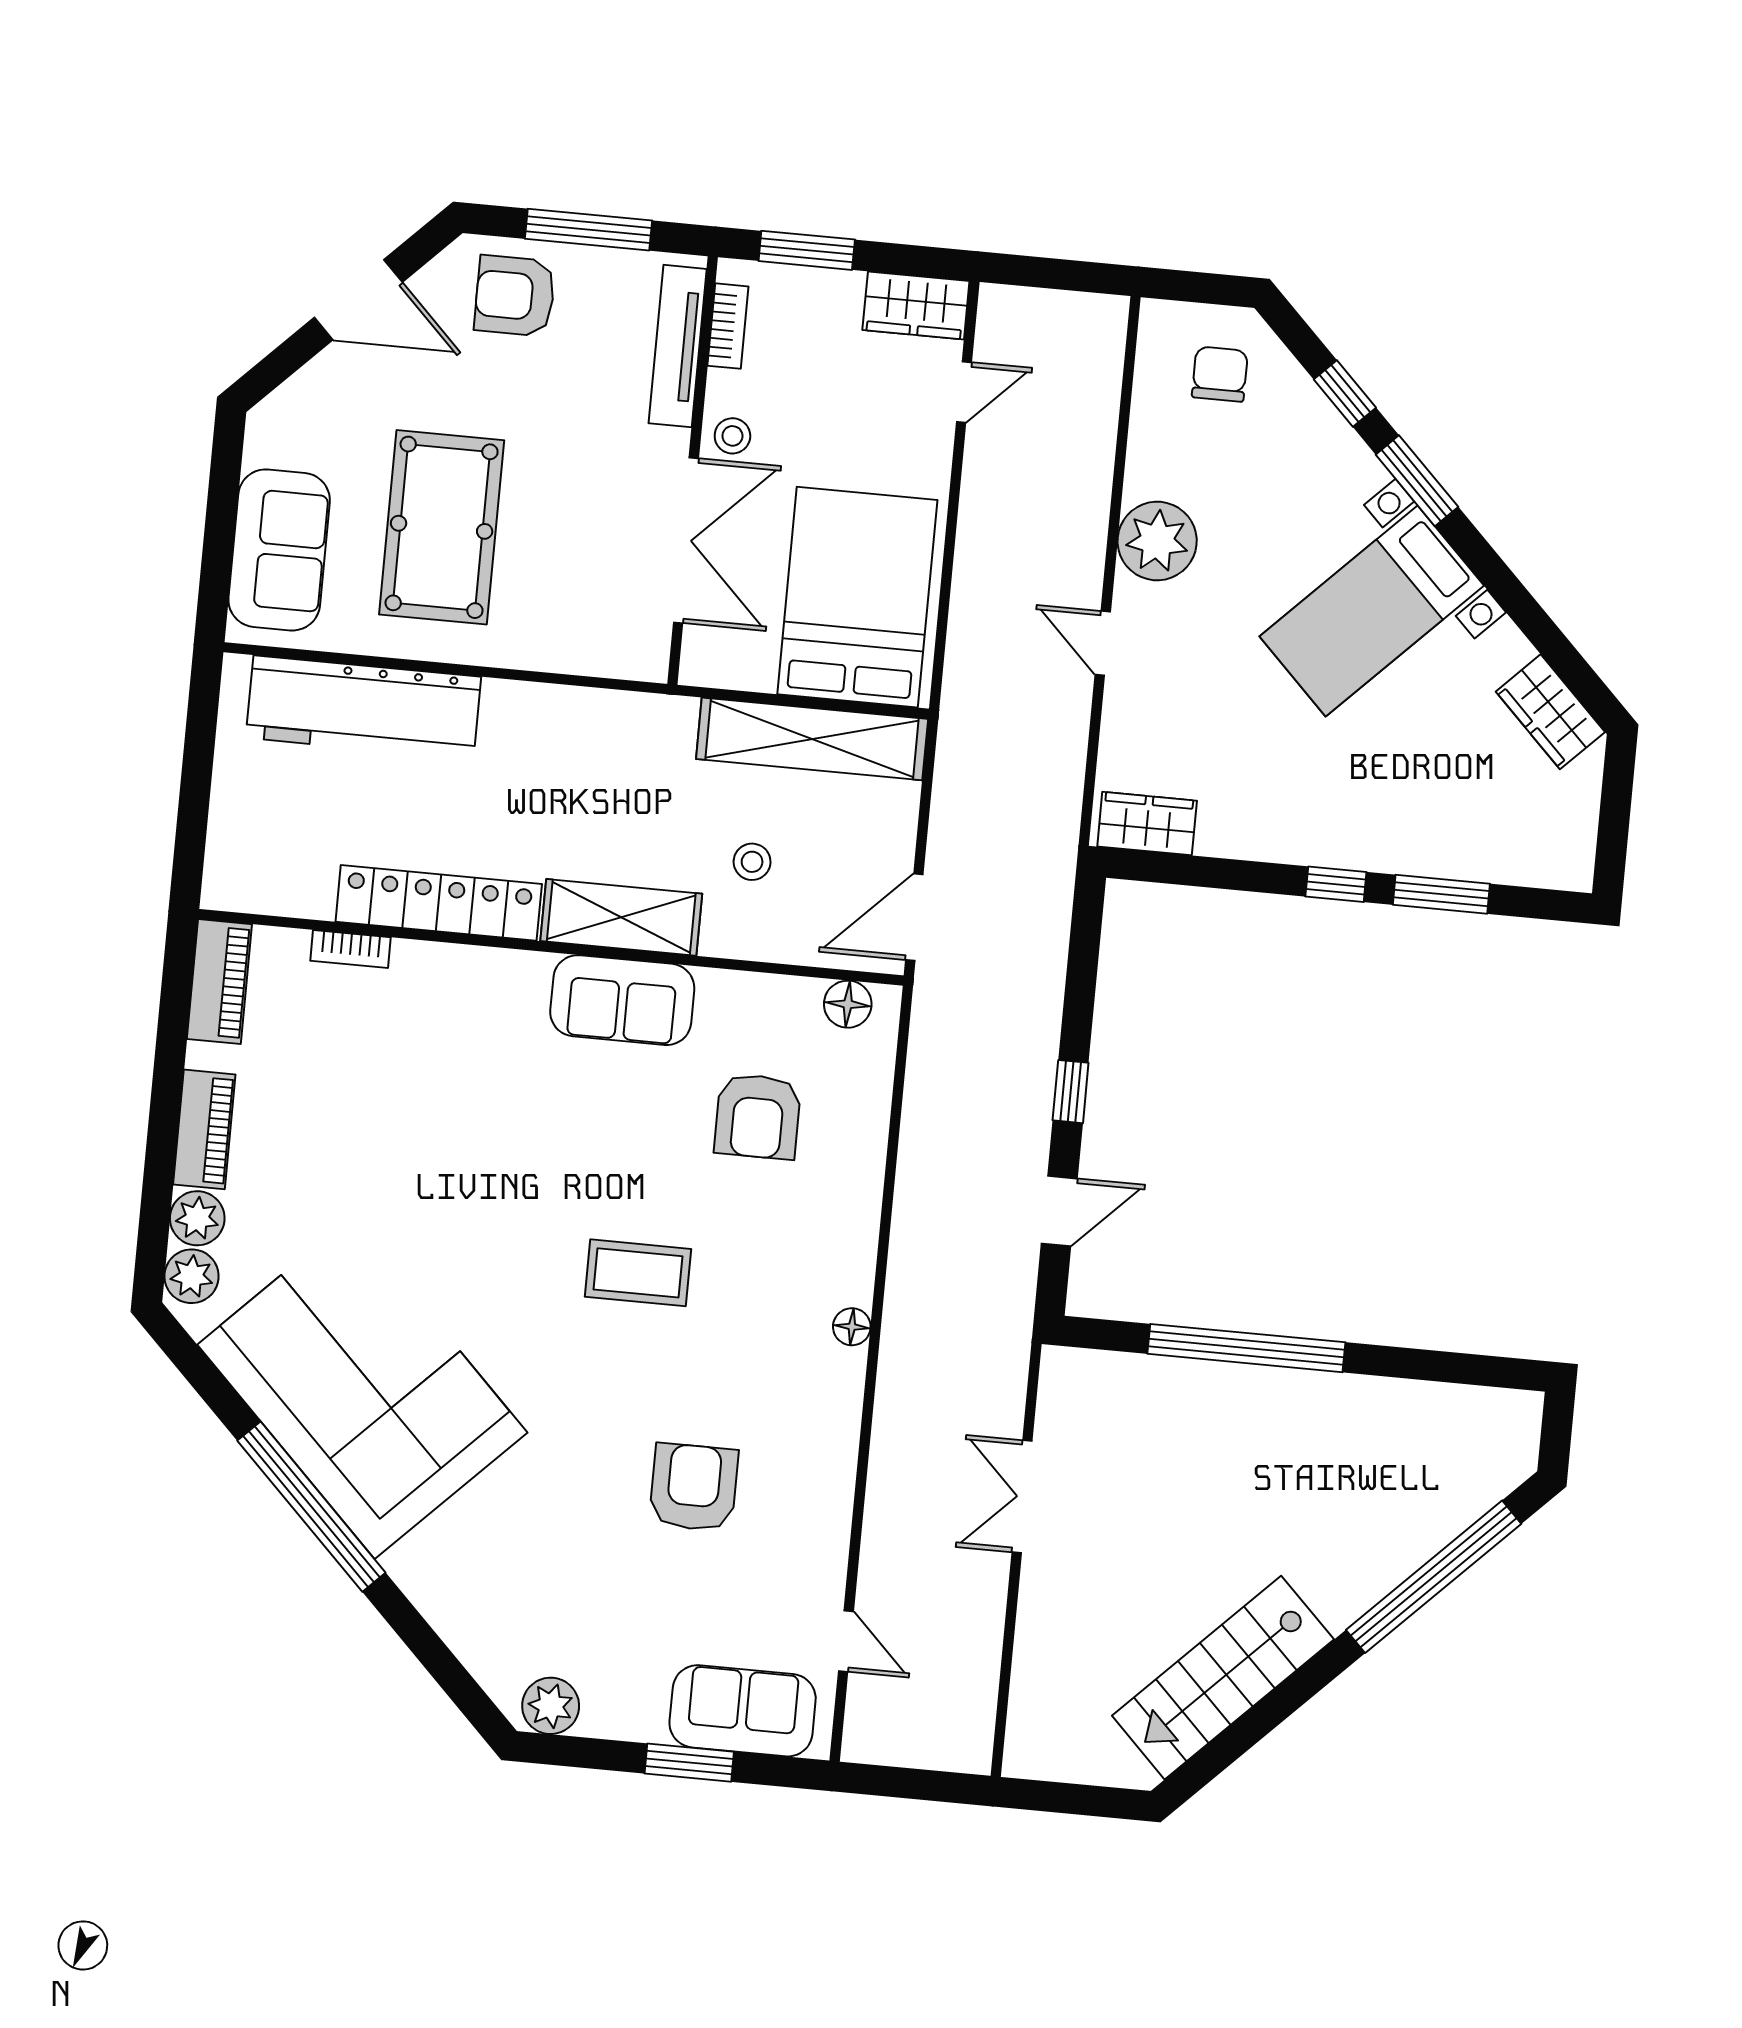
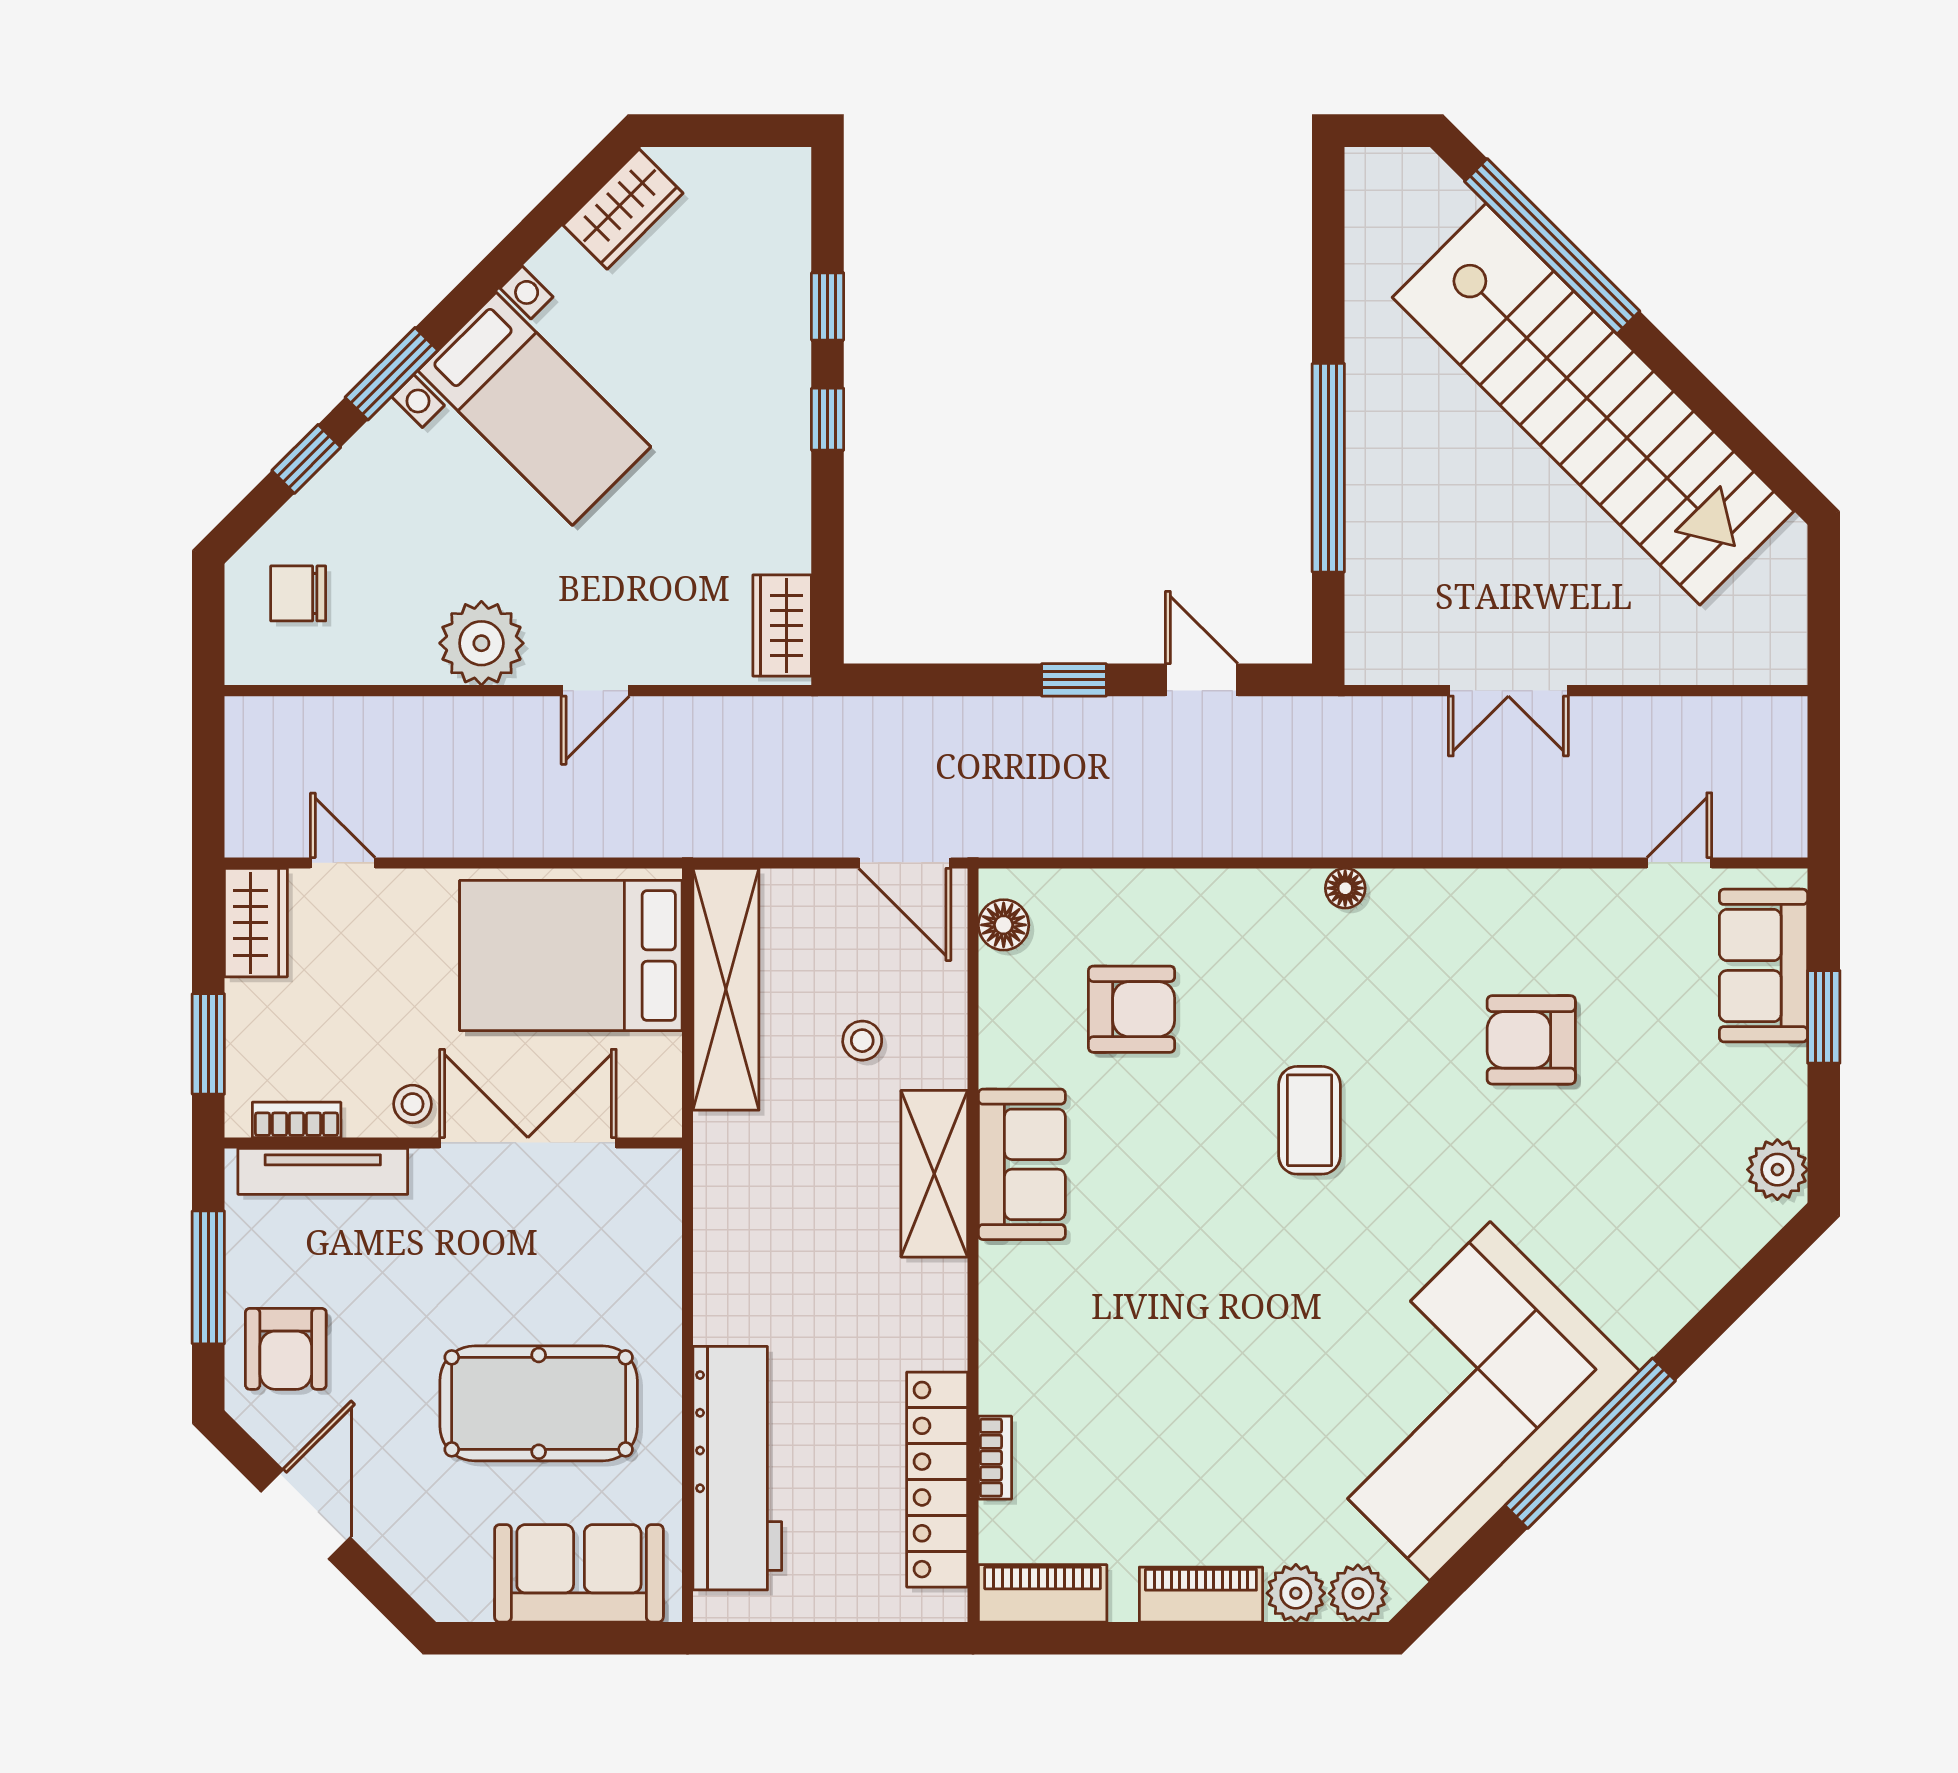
window: (1441, 894) -> (828, 306), width x0.67
locker: (439, 903) -> (937, 1480), moved
stairs: (1223, 1678) -> (1593, 404), width x1.86, depth x1.51

